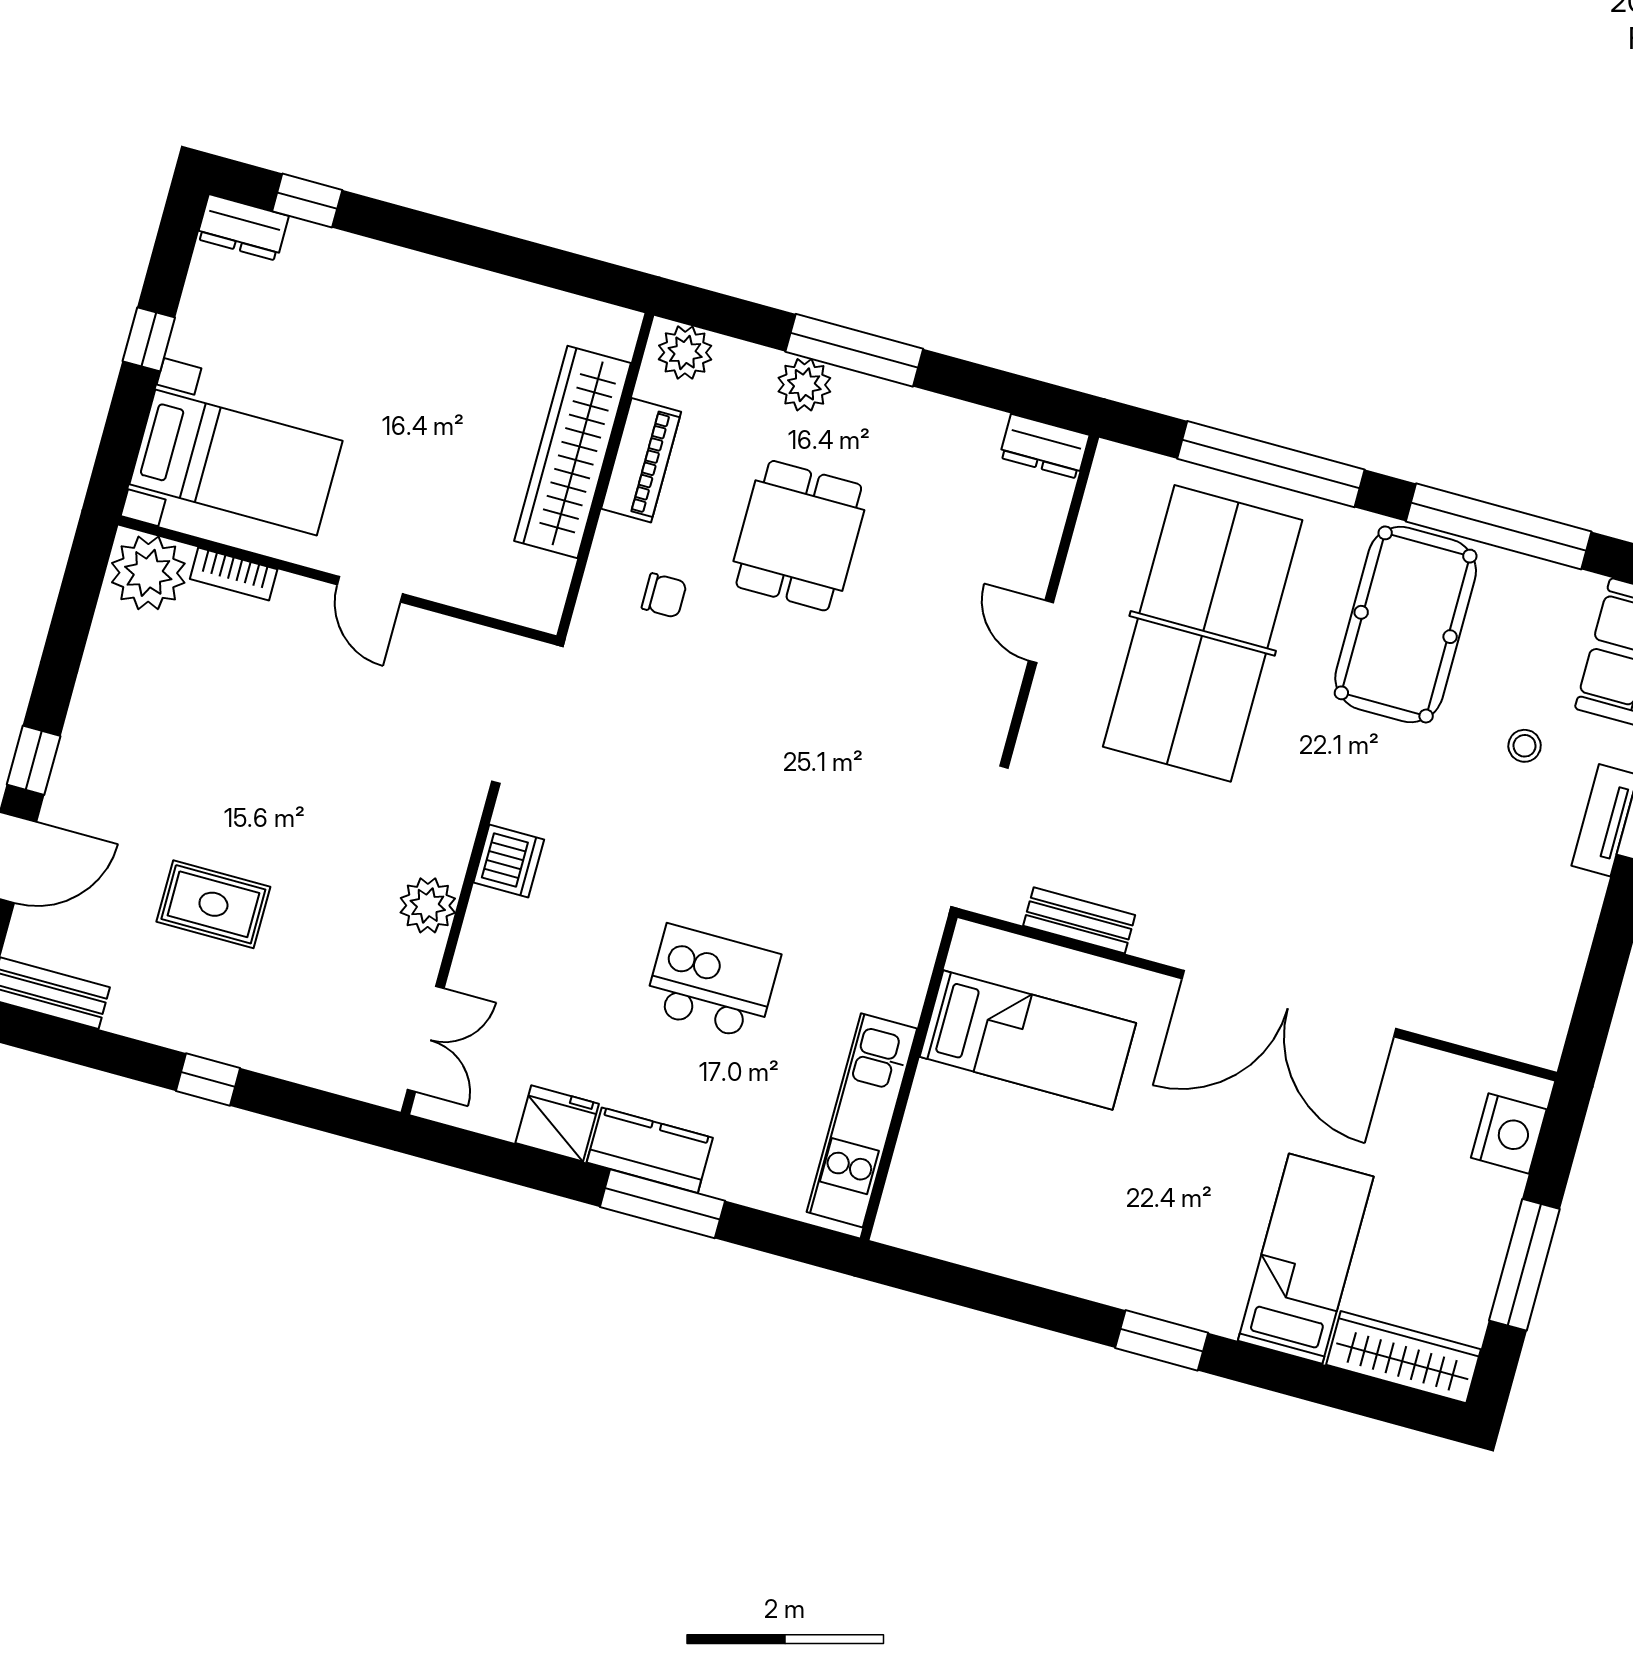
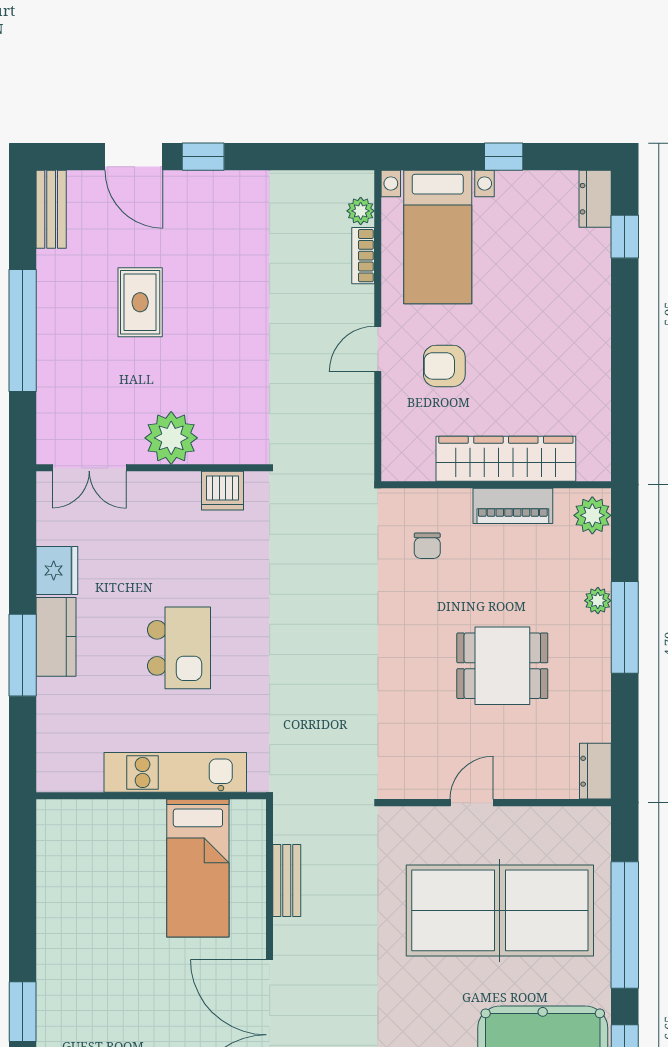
plant: (804, 385) -> (598, 601), width x0.73, depth x0.73
armchair: (419, 503) -> (444, 366), added
dining table: (799, 536) -> (502, 666), moved
plant: (148, 573) -> (361, 211), width x0.53, depth x0.53
plant: (428, 905) -> (171, 438), width x1.36, depth x1.36
window: (208, 1079) -> (23, 331), width x3.17
kitchen unit: (862, 1120) -> (175, 772), moved

